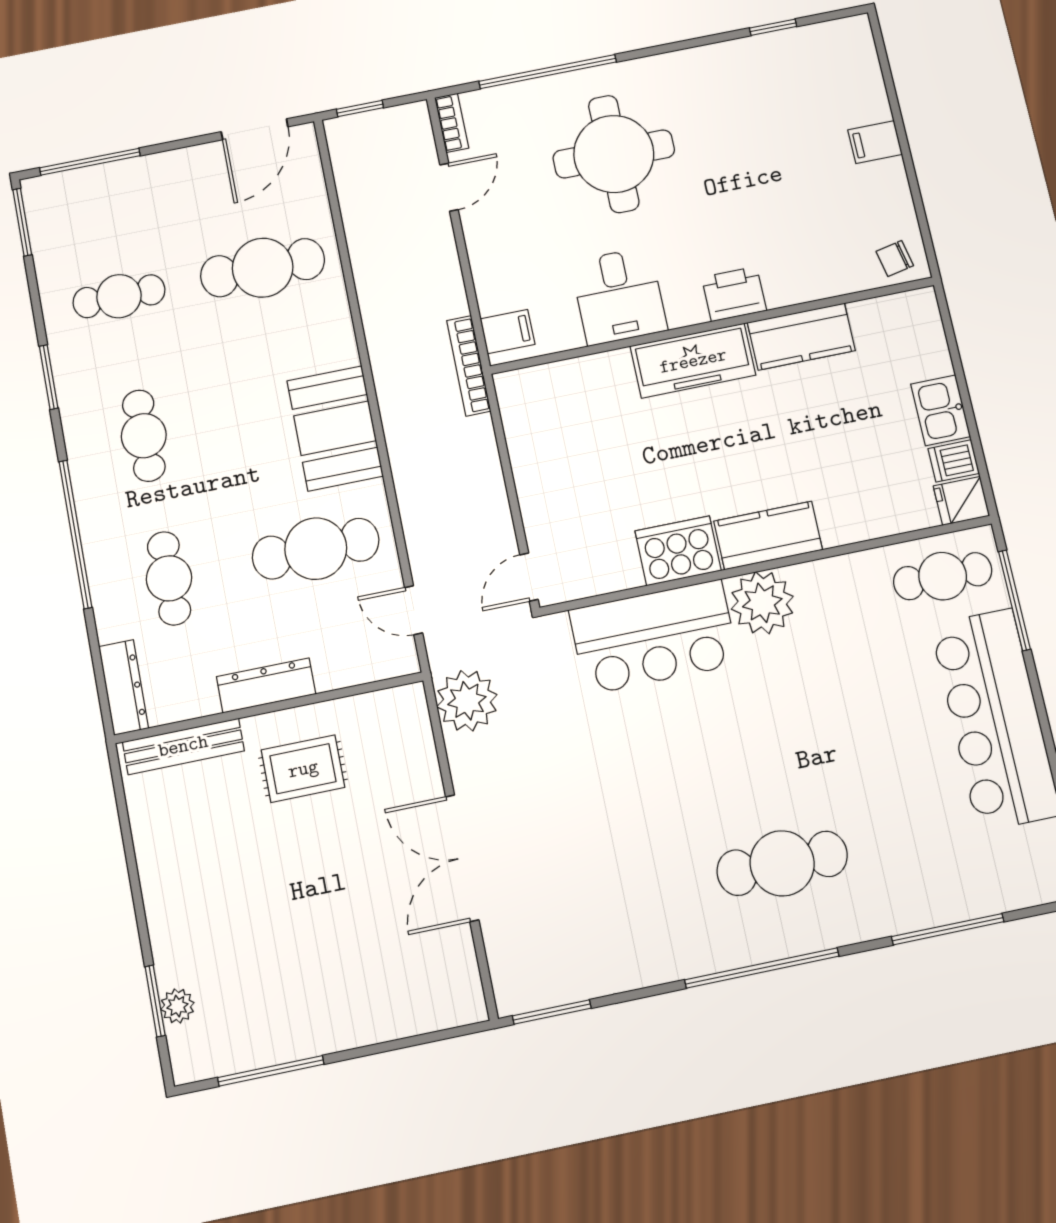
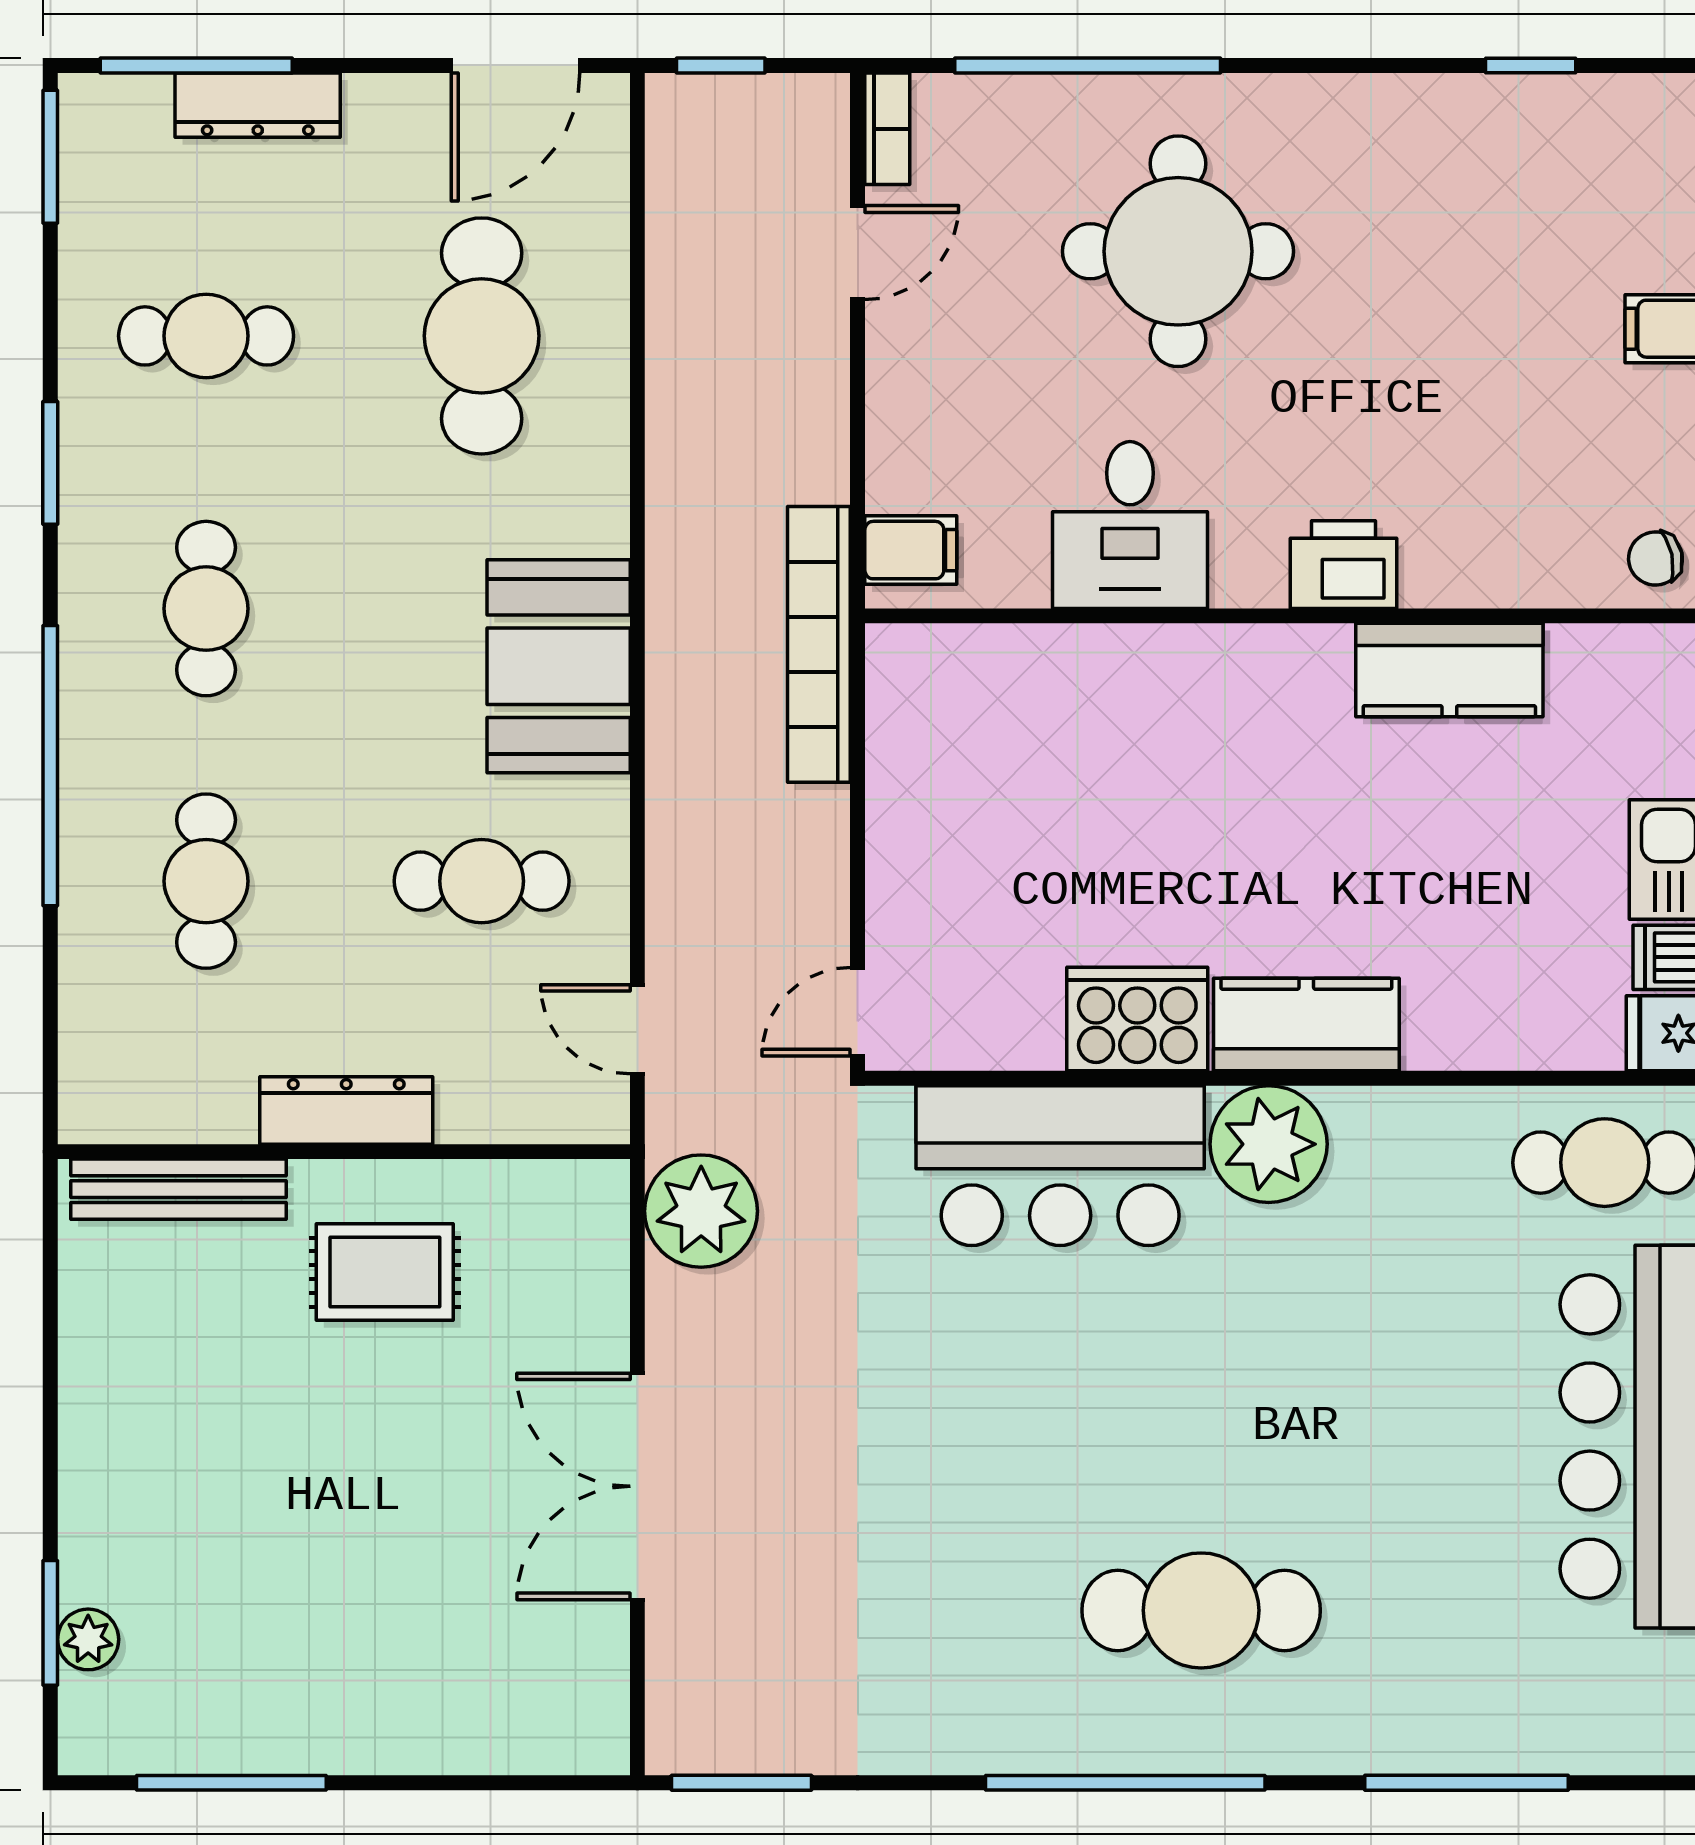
cafe table: (263, 268) -> (482, 336), turned 90
freezer: (693, 361) -> (1240, 674), removed
bookcase: (469, 366) -> (819, 644), width x1.48, depth x1.31
cafe table: (316, 549) -> (482, 881), width x0.73, depth x0.74
dresser: (124, 687) -> (258, 105), moved, turned 90

